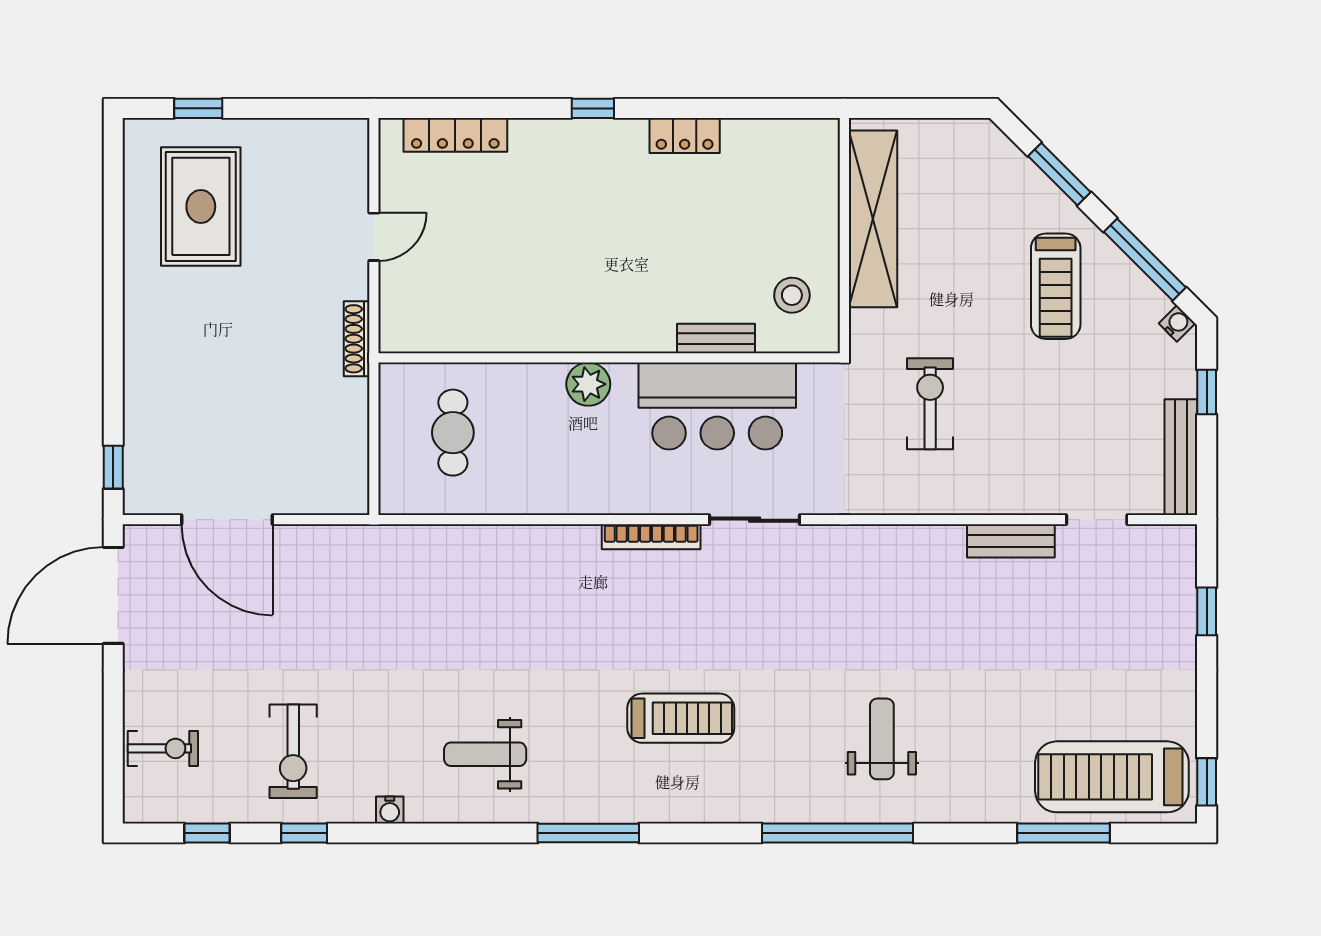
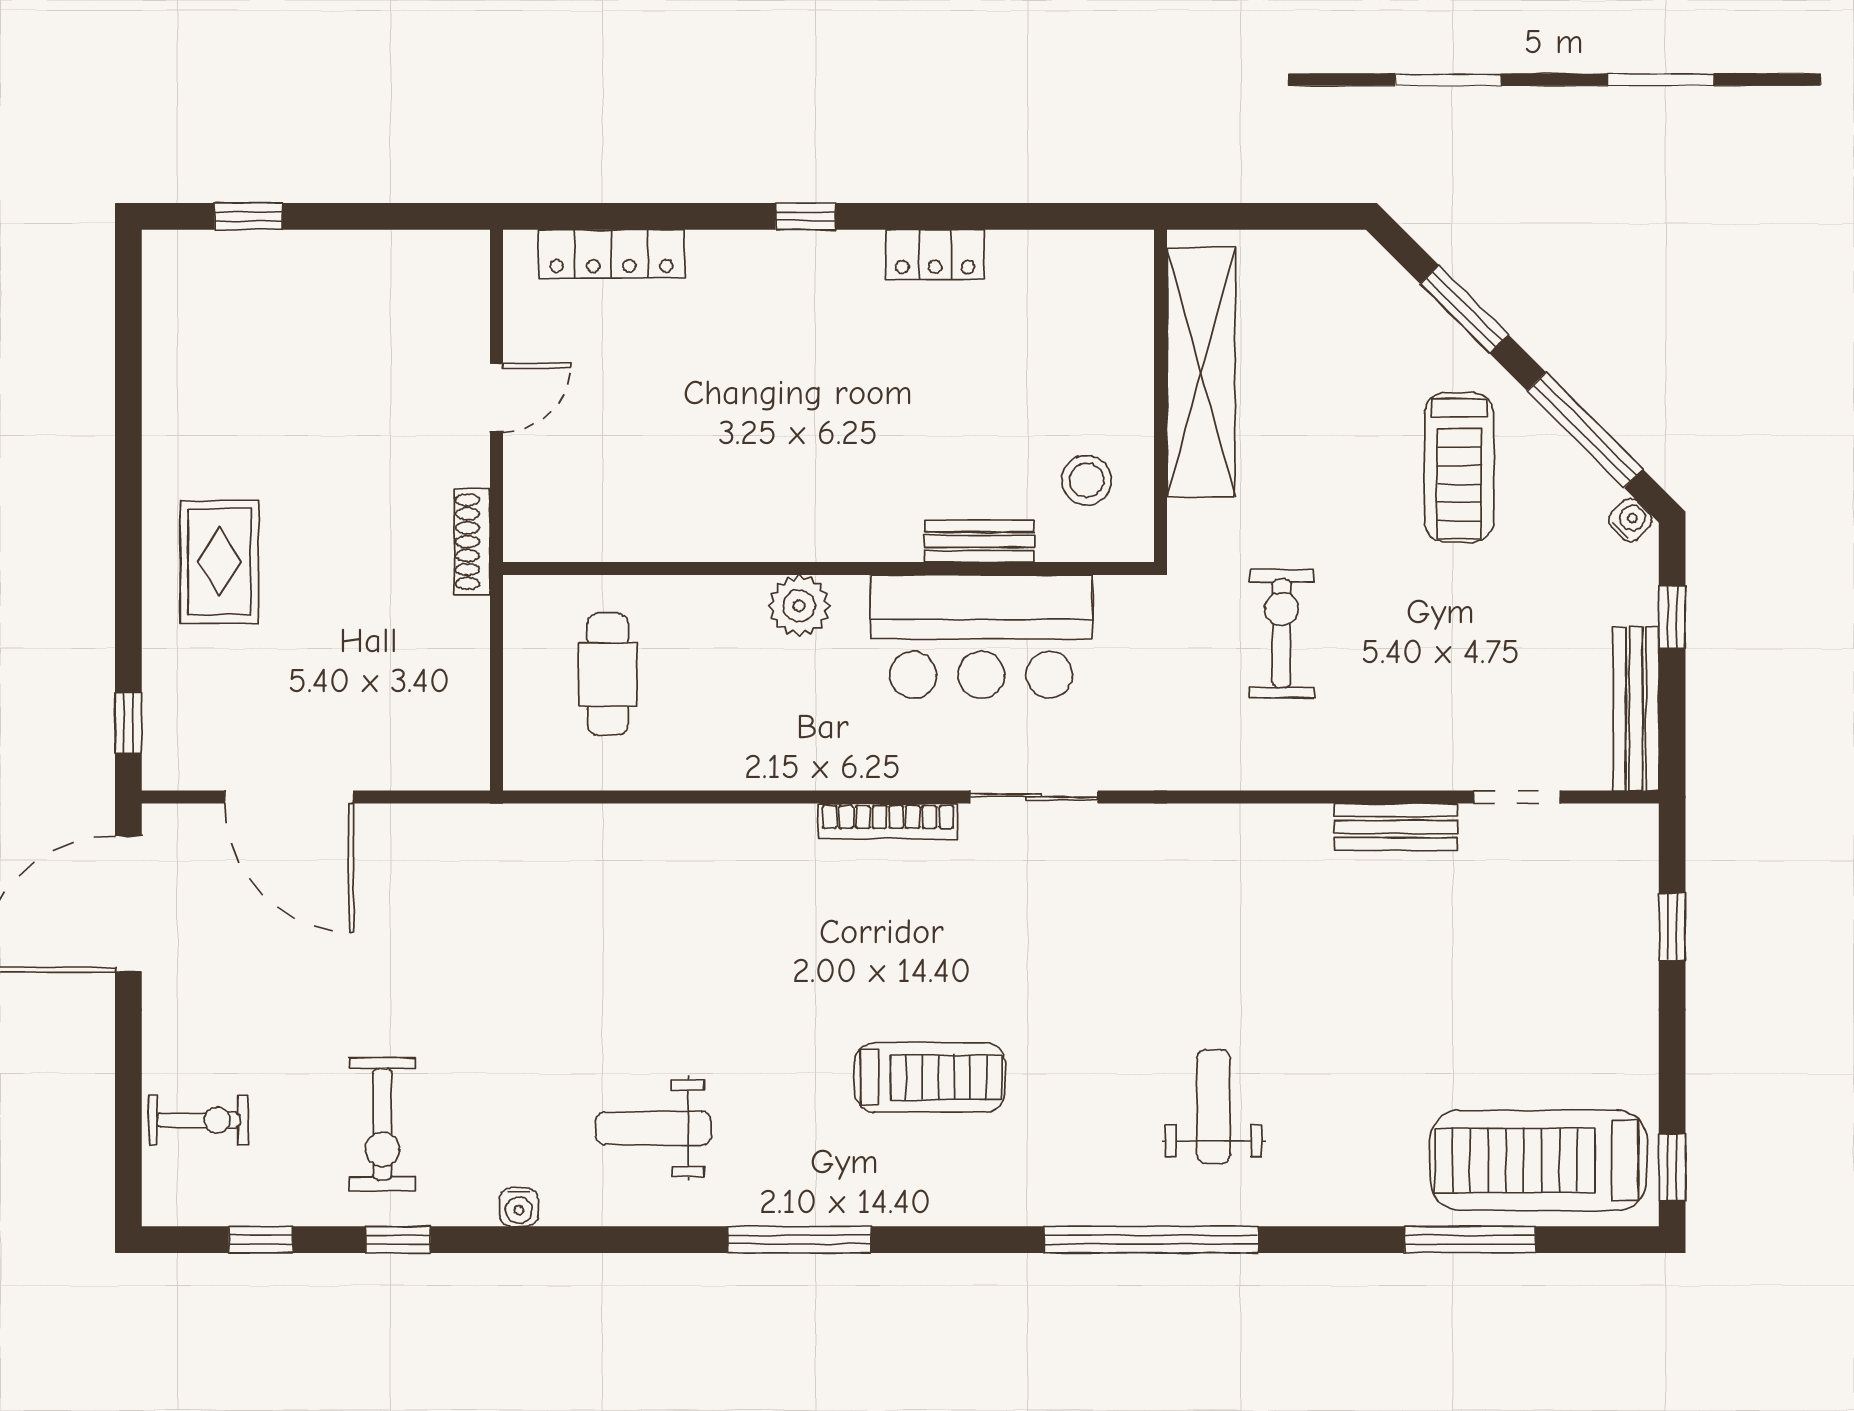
rug: (201, 206) -> (219, 562), moved, width x0.73, depth x0.70

